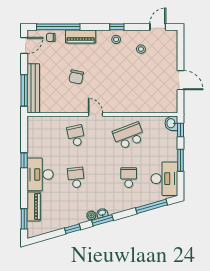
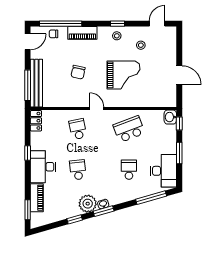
grand piano: (123, 80) -> (123, 75), added
locker: (33, 127) -> (36, 121), added
plant: (91, 215) -> (88, 204), width x1.88, depth x1.88

